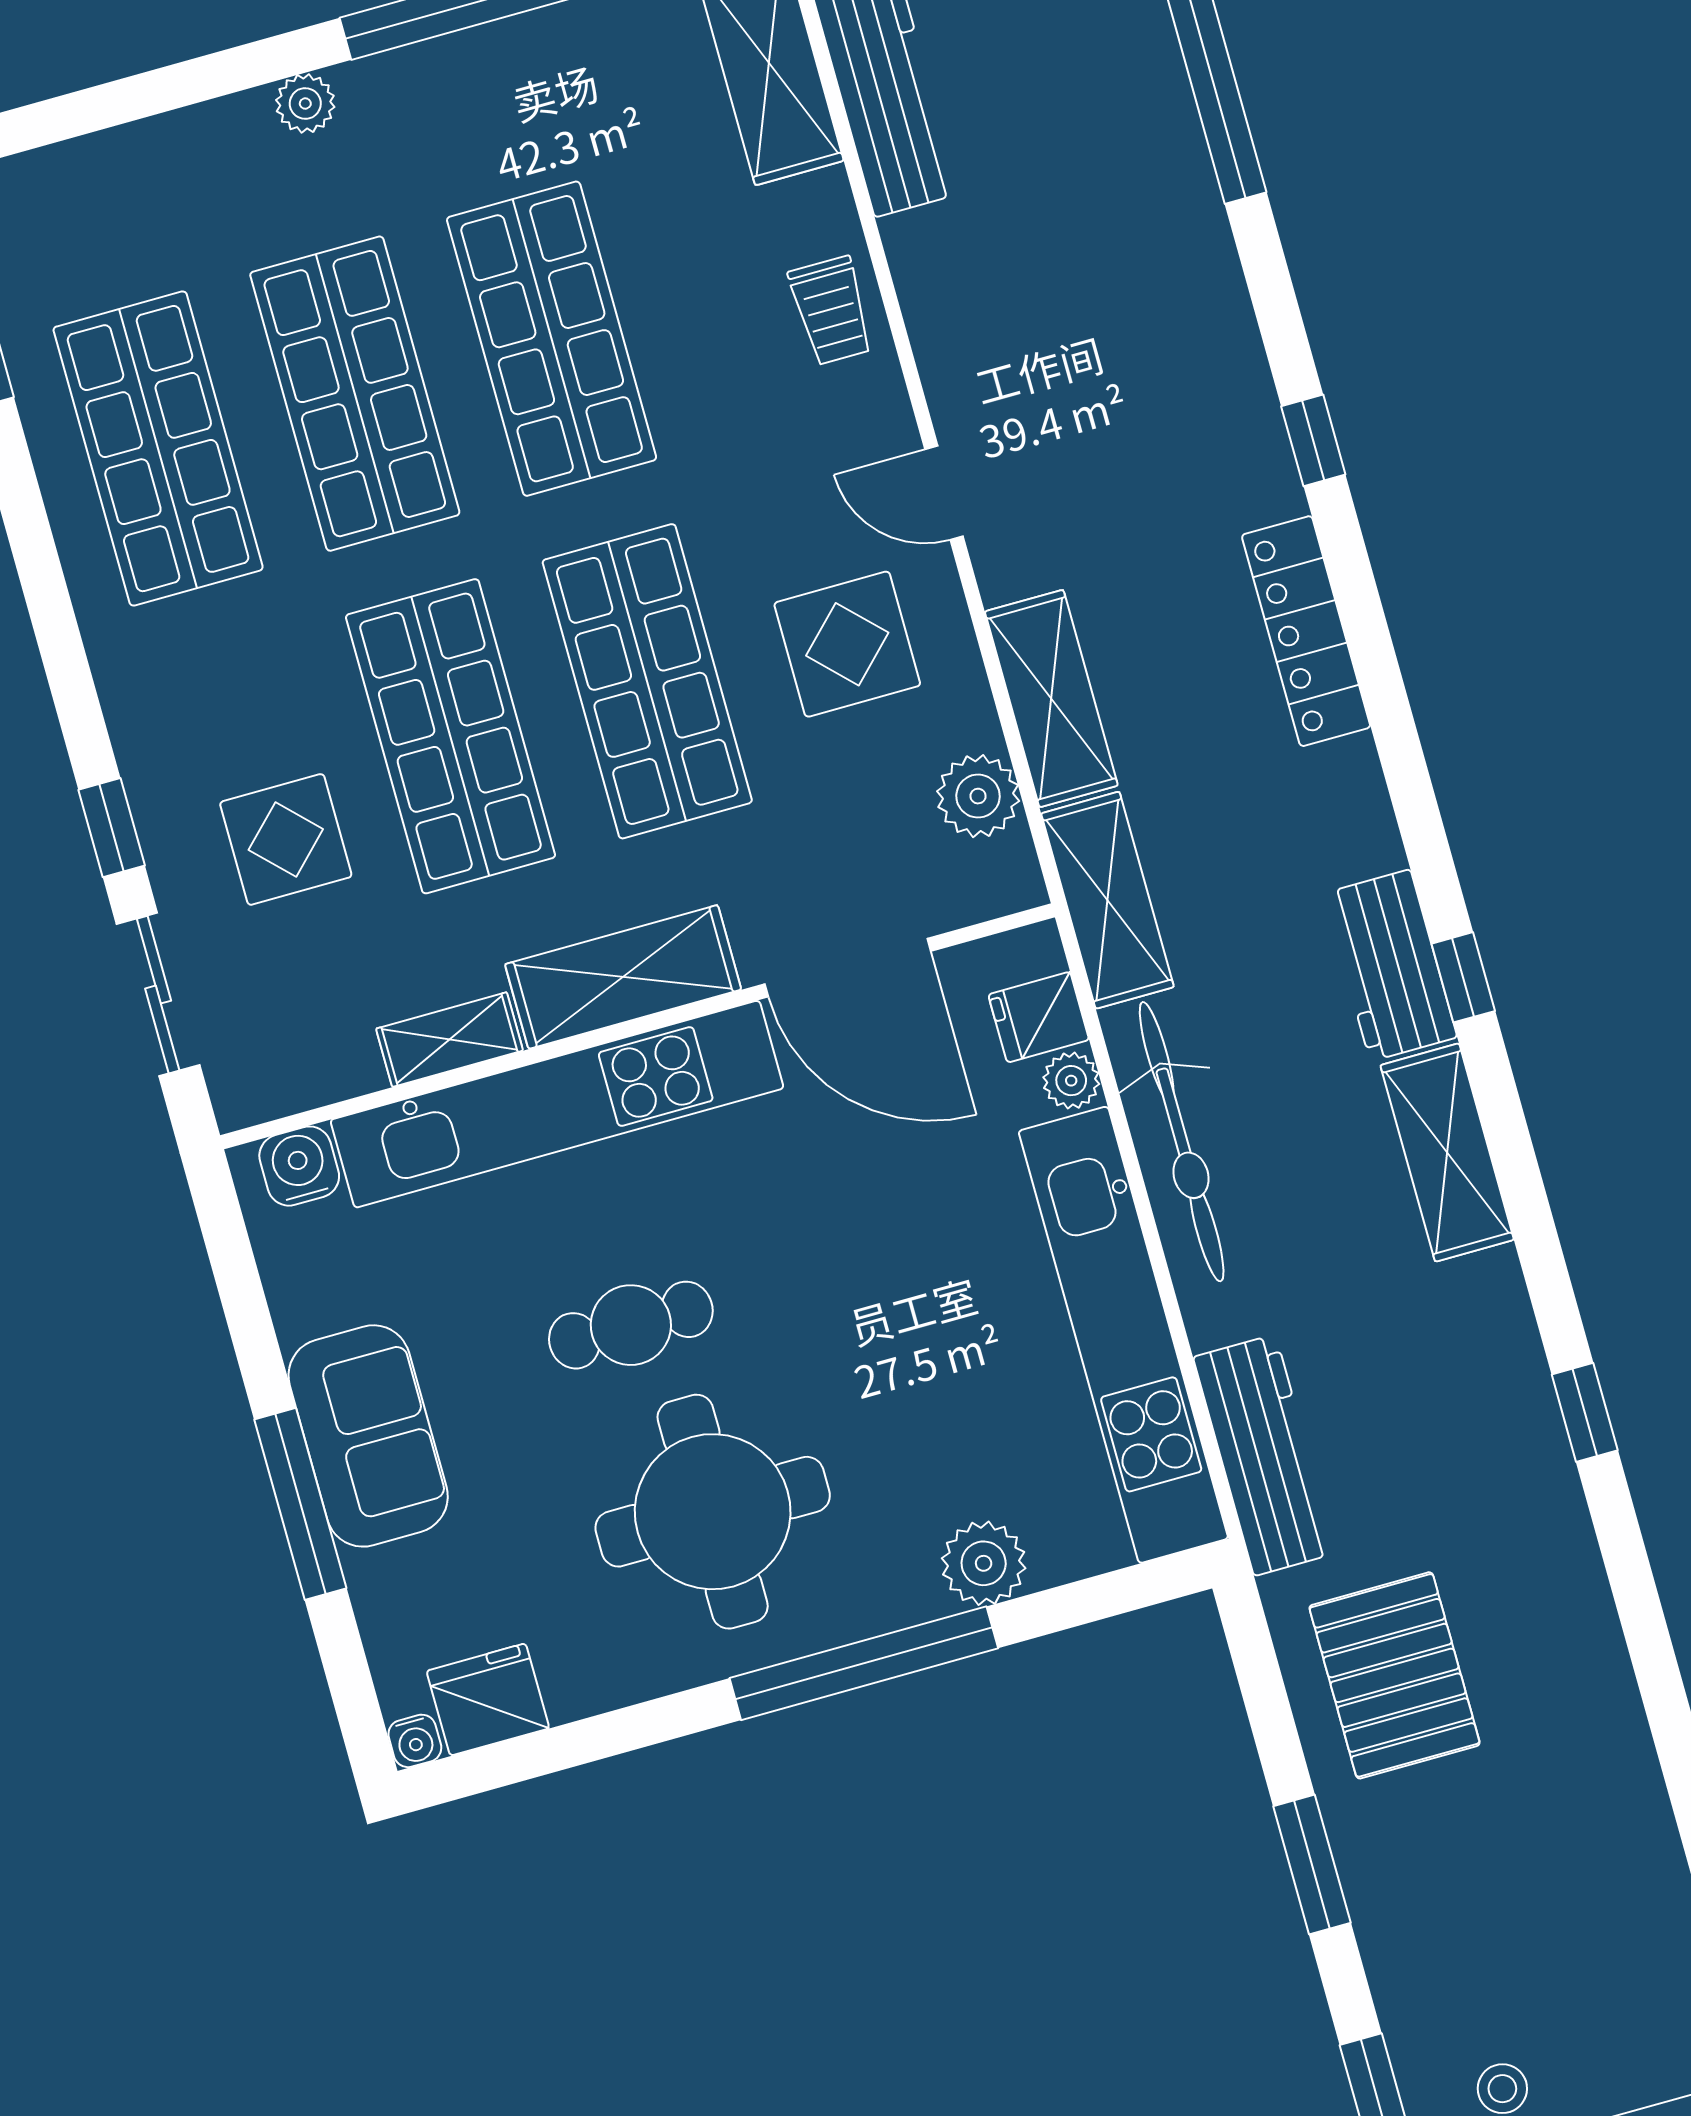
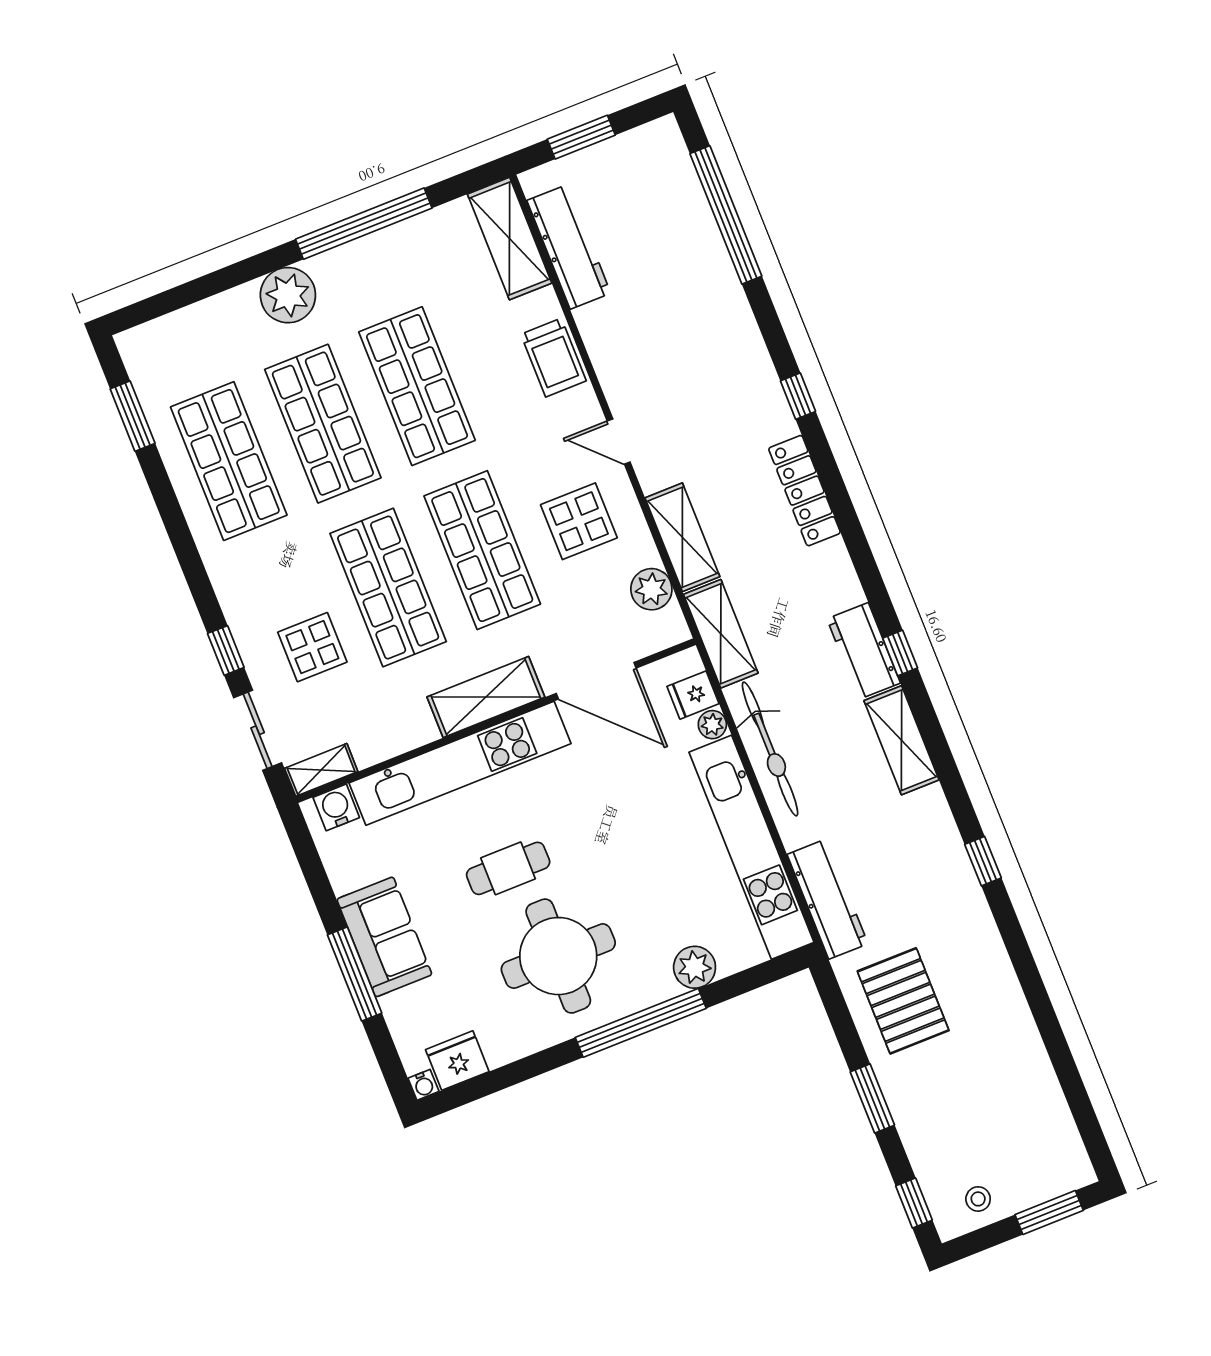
plant: (305, 103) -> (288, 295), width x1.87, depth x1.87
trolley: (831, 311) -> (553, 358), width x1.36, depth x1.39
shelving: (450, 1040) -> (321, 770), moved

